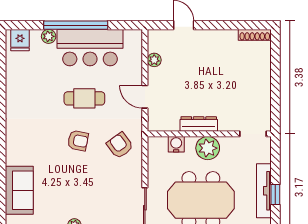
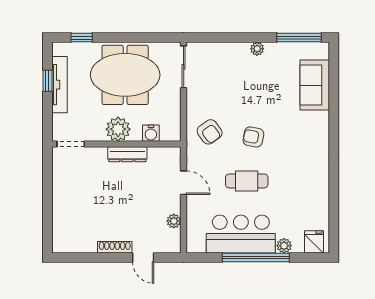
shoe rack: (255, 35) -> (115, 247), moved

